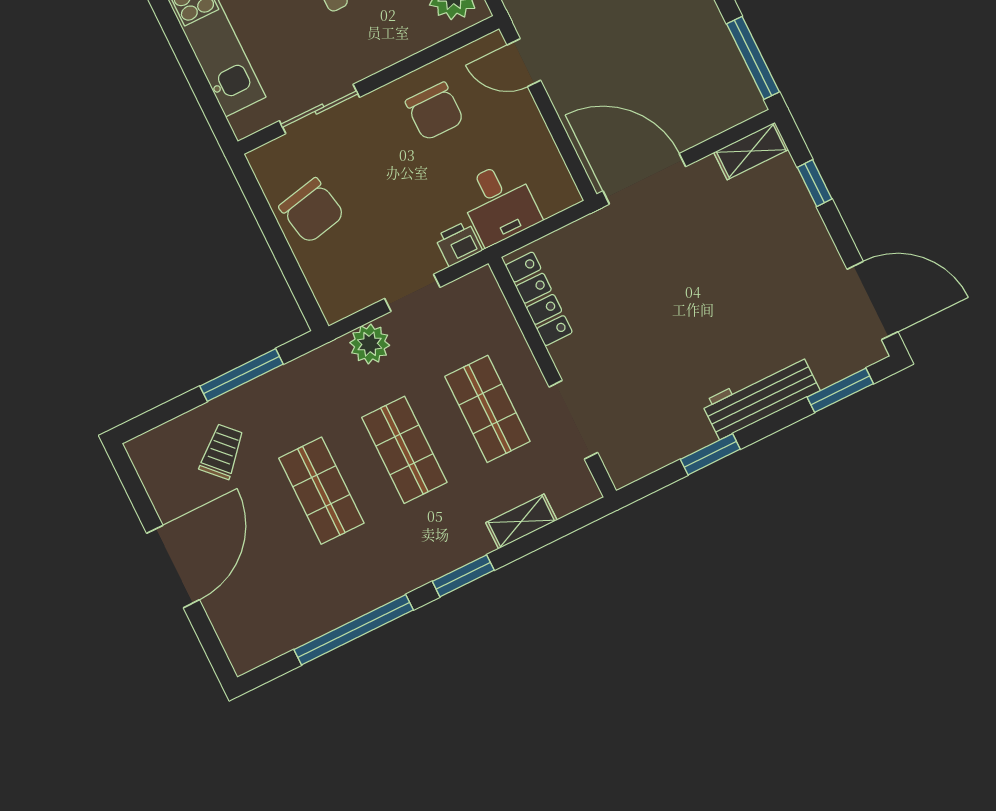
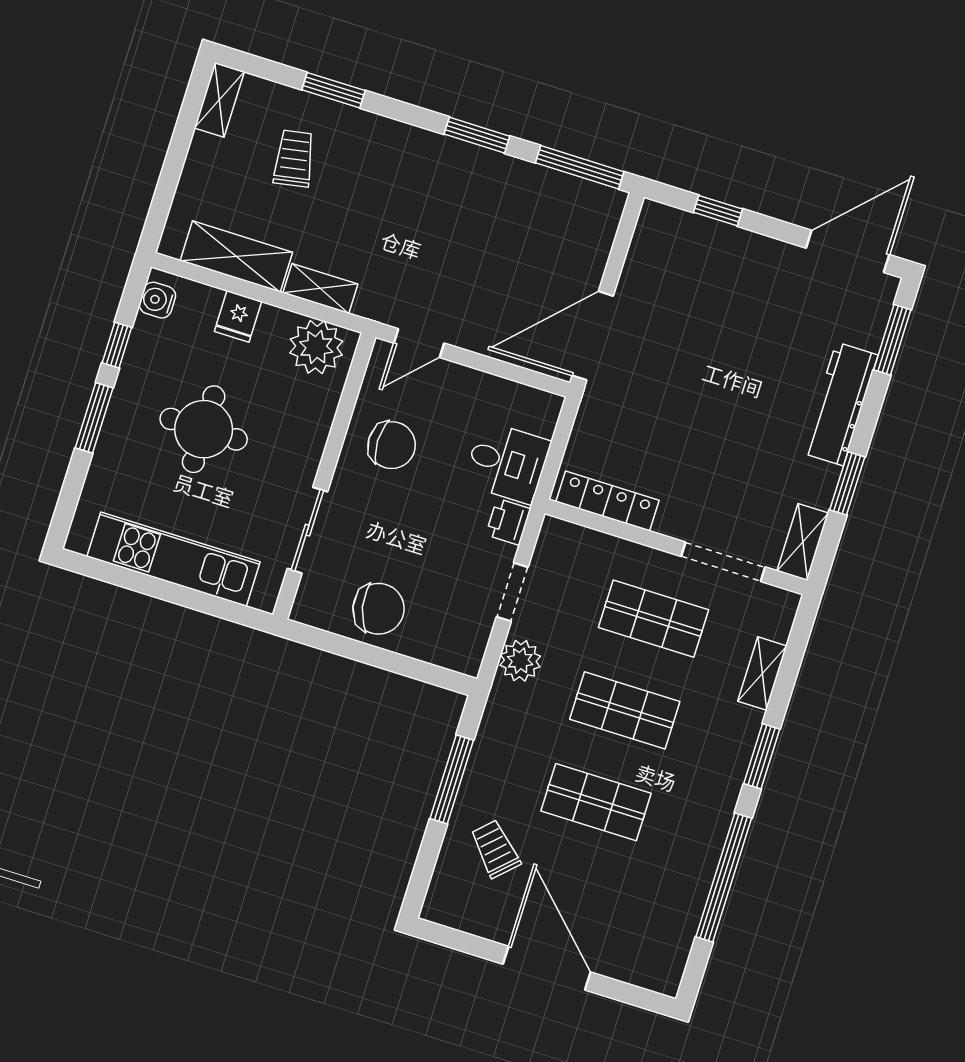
shelving: (751, 151) -> (803, 542), moved

